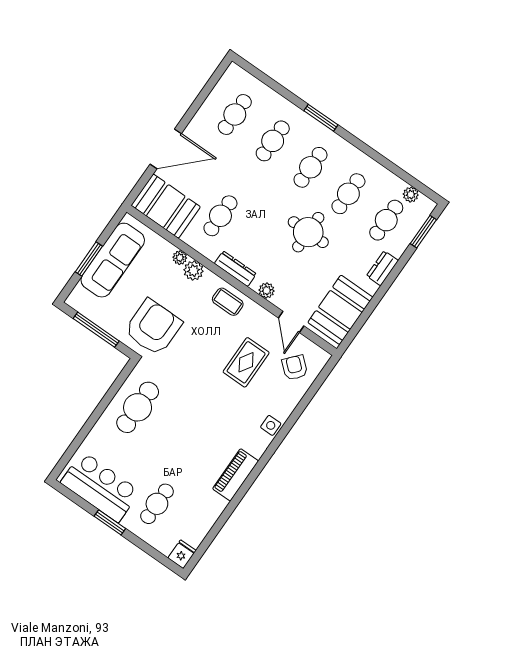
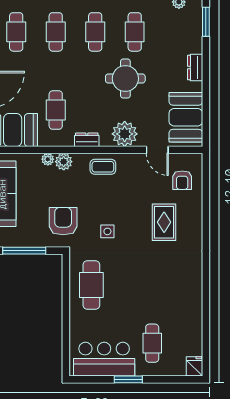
cafe table: (386, 220) -> (174, 32), removed
dresser: (235, 269) -> (87, 140), width x0.70
plant: (267, 290) -> (125, 134), width x1.87, depth x1.87
armchair: (153, 327) -> (63, 221), width x0.73, depth x0.73
rug: (246, 362) -> (164, 222), moved
armchair: (295, 368) -> (182, 180), turned -131
side table: (271, 425) -> (107, 231), moved
piano: (236, 475) -> (193, 284), removed

